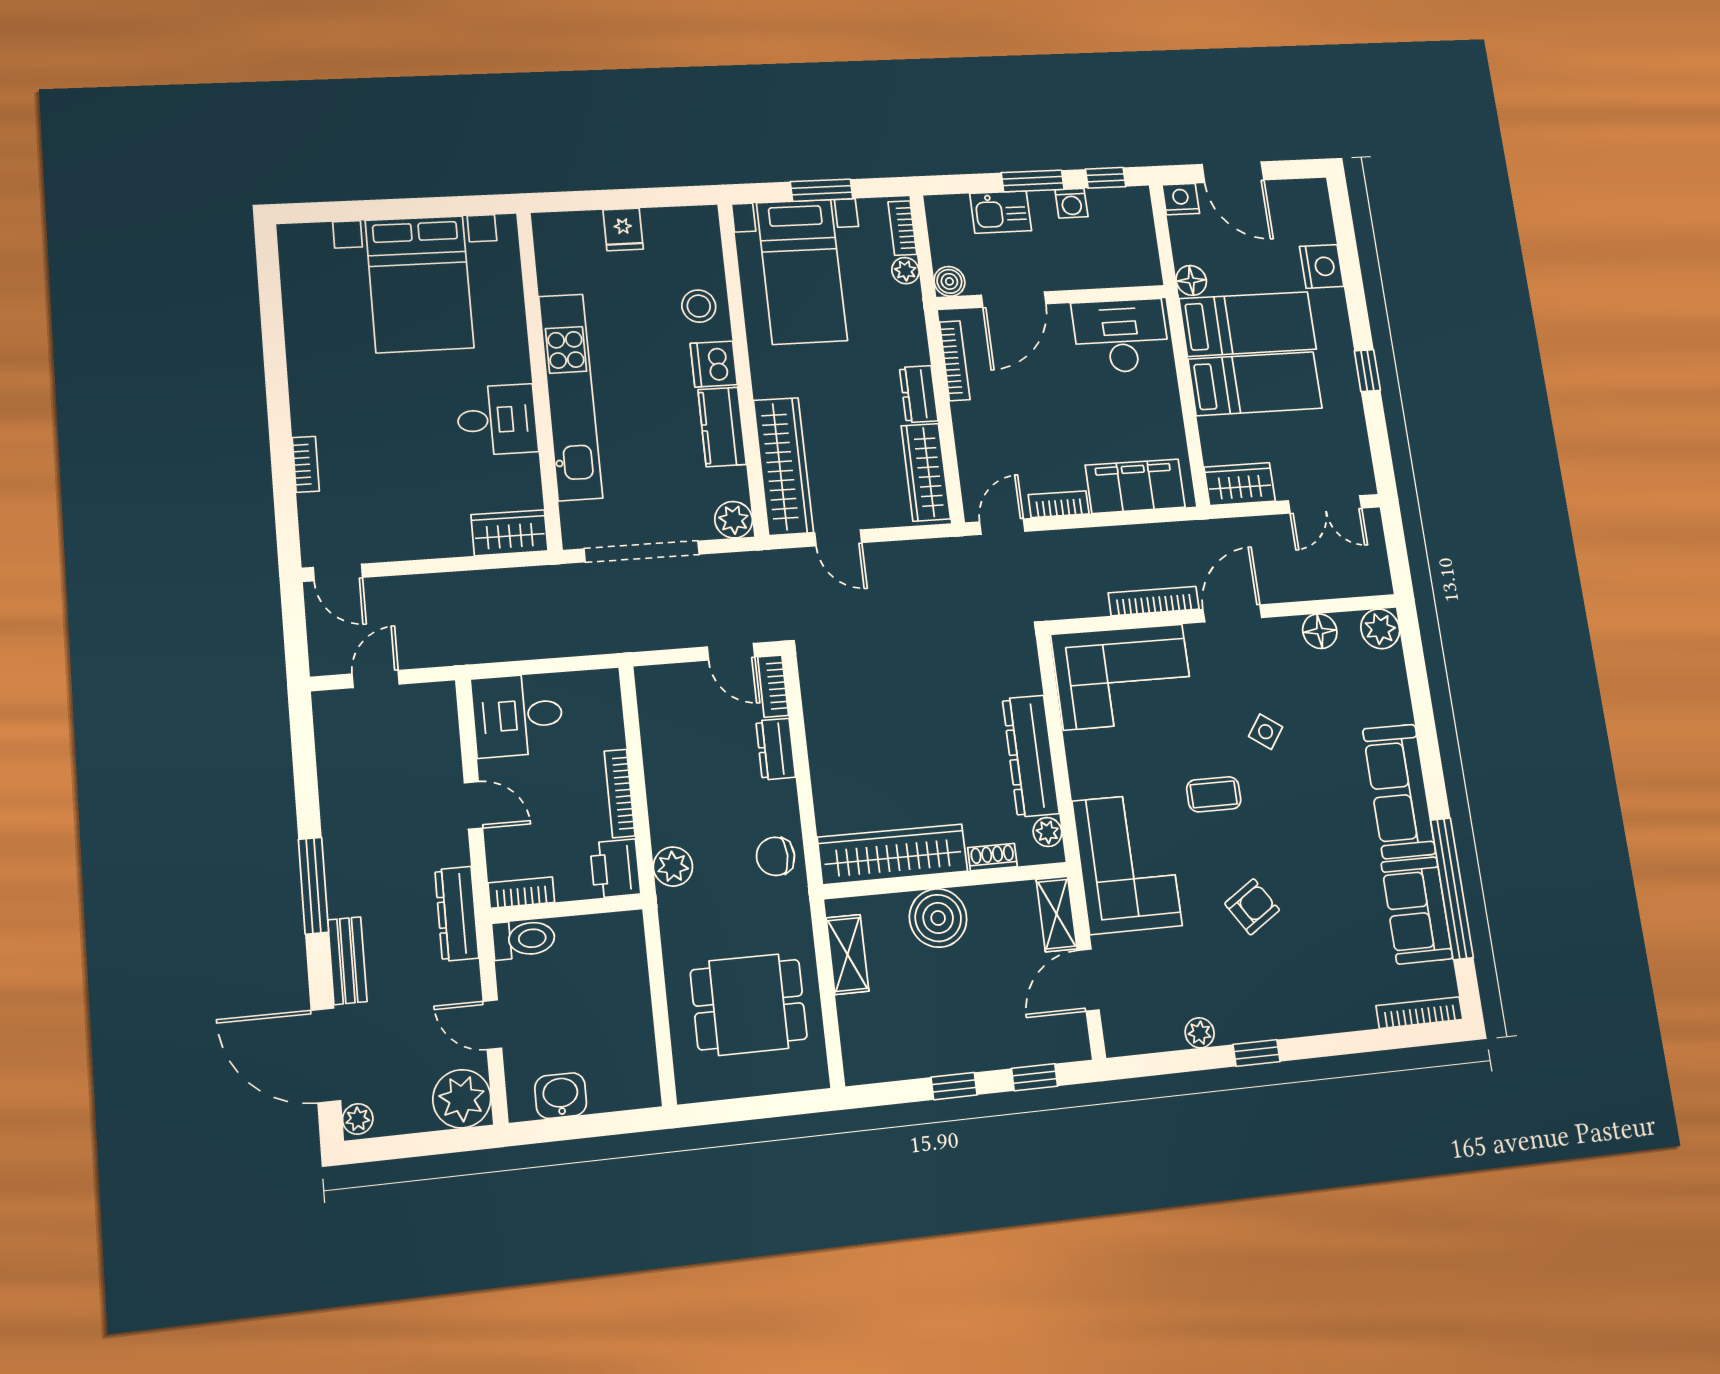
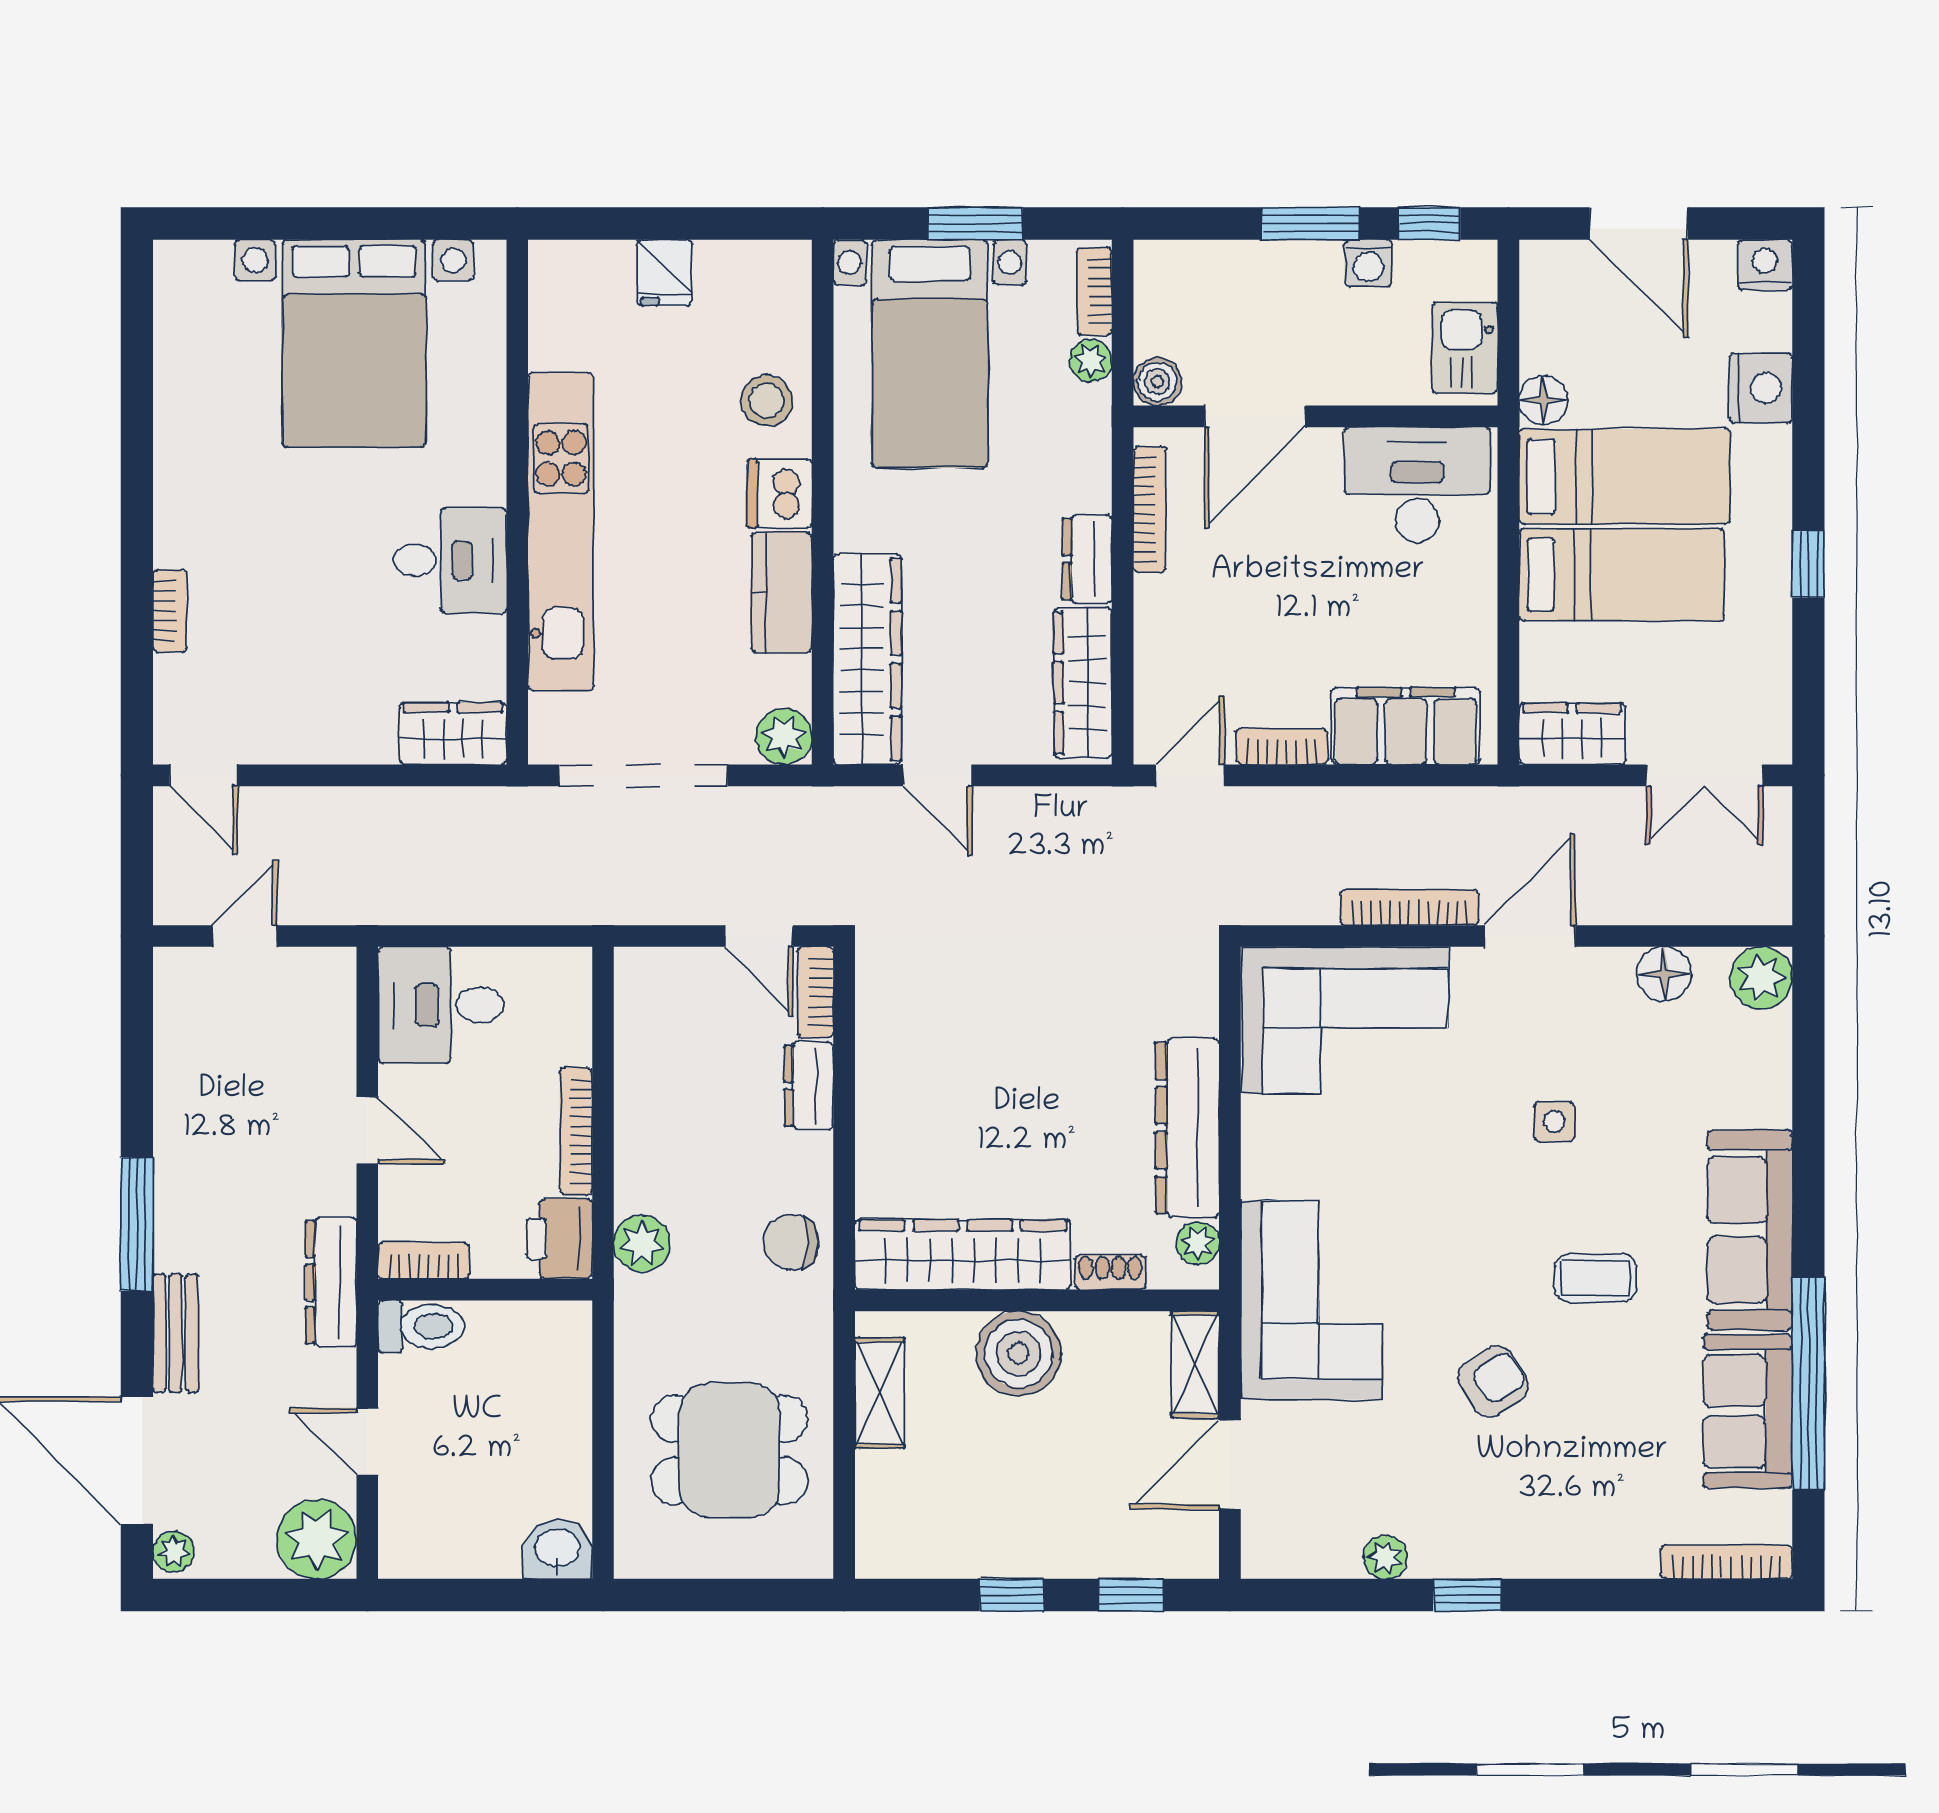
nightstand: (1181, 199) -> (1765, 265), moved
kitchen sink: (1001, 212) -> (1465, 348), moved, turned 90
side table: (1266, 732) -> (1554, 1122), turned -35
coffee table: (1214, 794) -> (1595, 1278), moved
washbasin: (561, 1096) -> (557, 1549), moved

